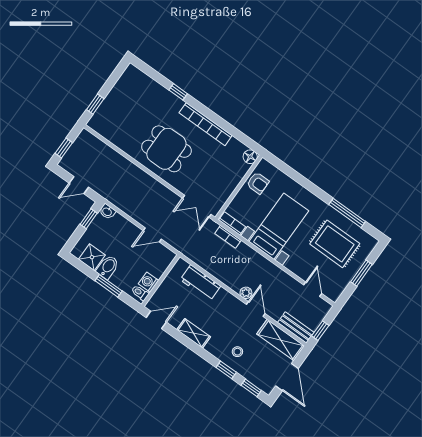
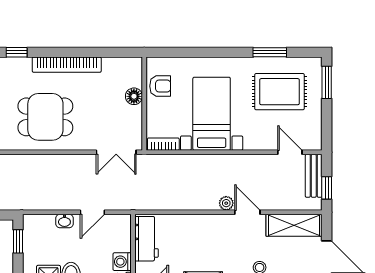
floor lamp: (250, 157) -> (134, 96), moved
washbasin: (107, 212) -> (64, 221), moved
window: (347, 213) -> (270, 52), width x0.69
bookcase: (228, 237) -> (169, 160), removed
window: (361, 273) -> (327, 82), moved
workbench: (200, 283) -> (146, 239), moved, turned -90
bench: (296, 327) -> (314, 176), moved, turned 90

